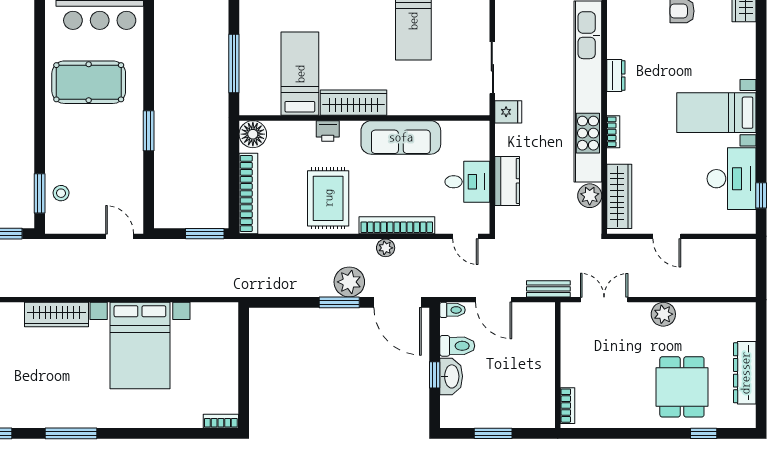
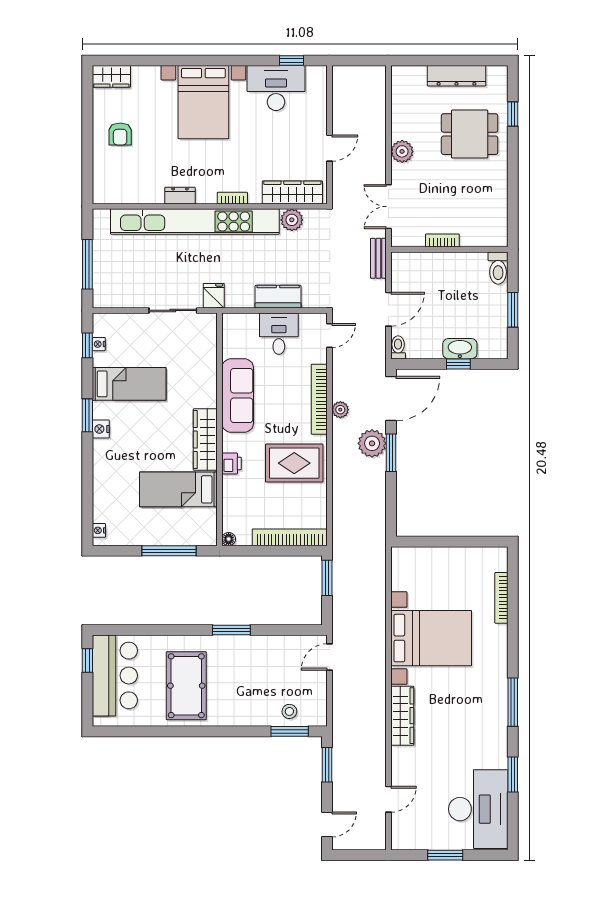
bed with nightstands: (716, 113) -> (203, 102), width x1.36
floor lamp: (253, 134) -> (229, 539), width x0.53, depth x0.53
toilet: (457, 346) -> (498, 268), moved, turned 180
bookcase: (567, 406) -> (442, 241), moved
bookcase: (221, 421) -> (501, 598), moved, width x1.56

